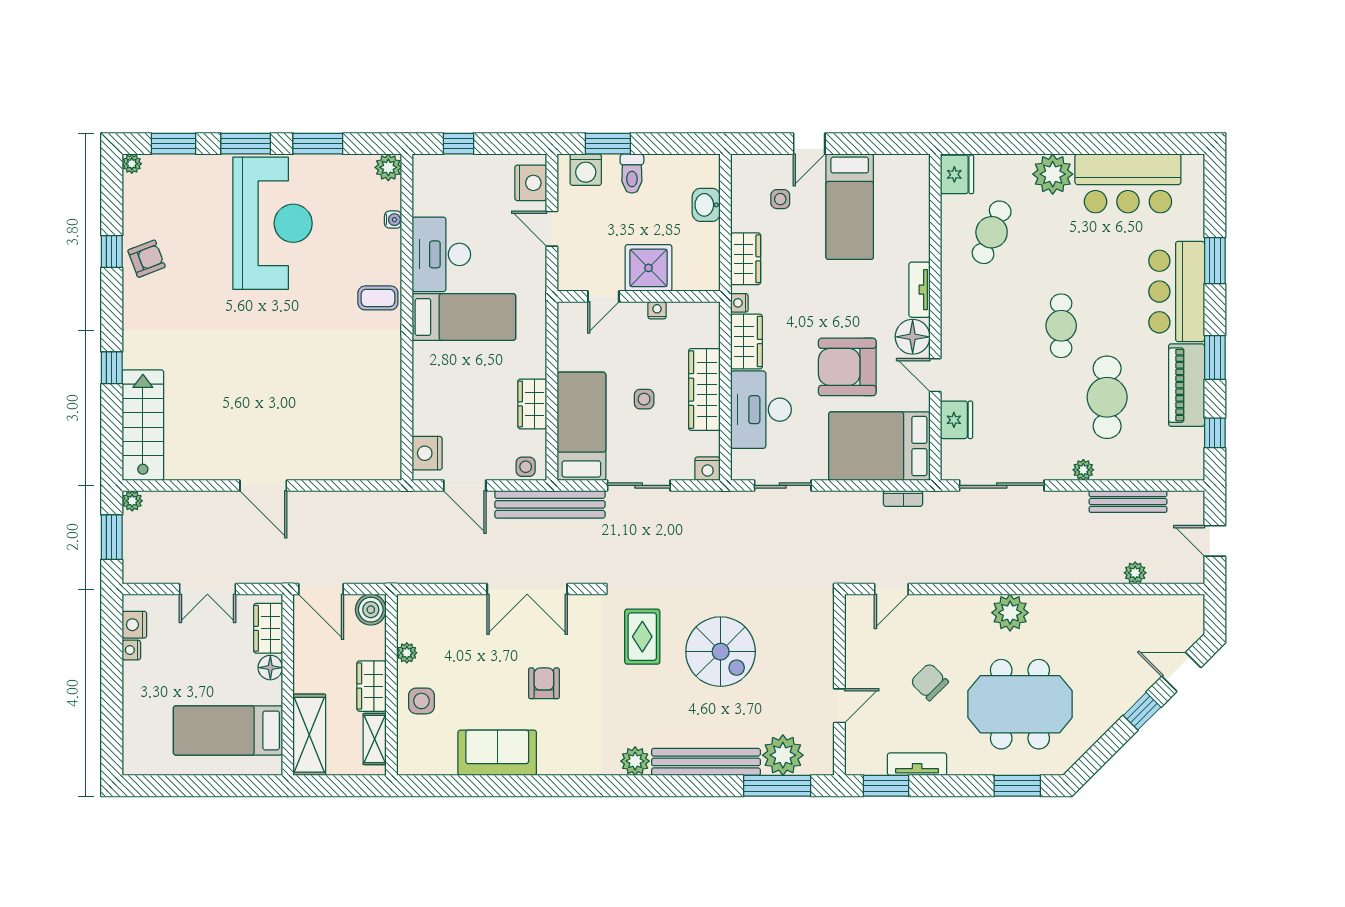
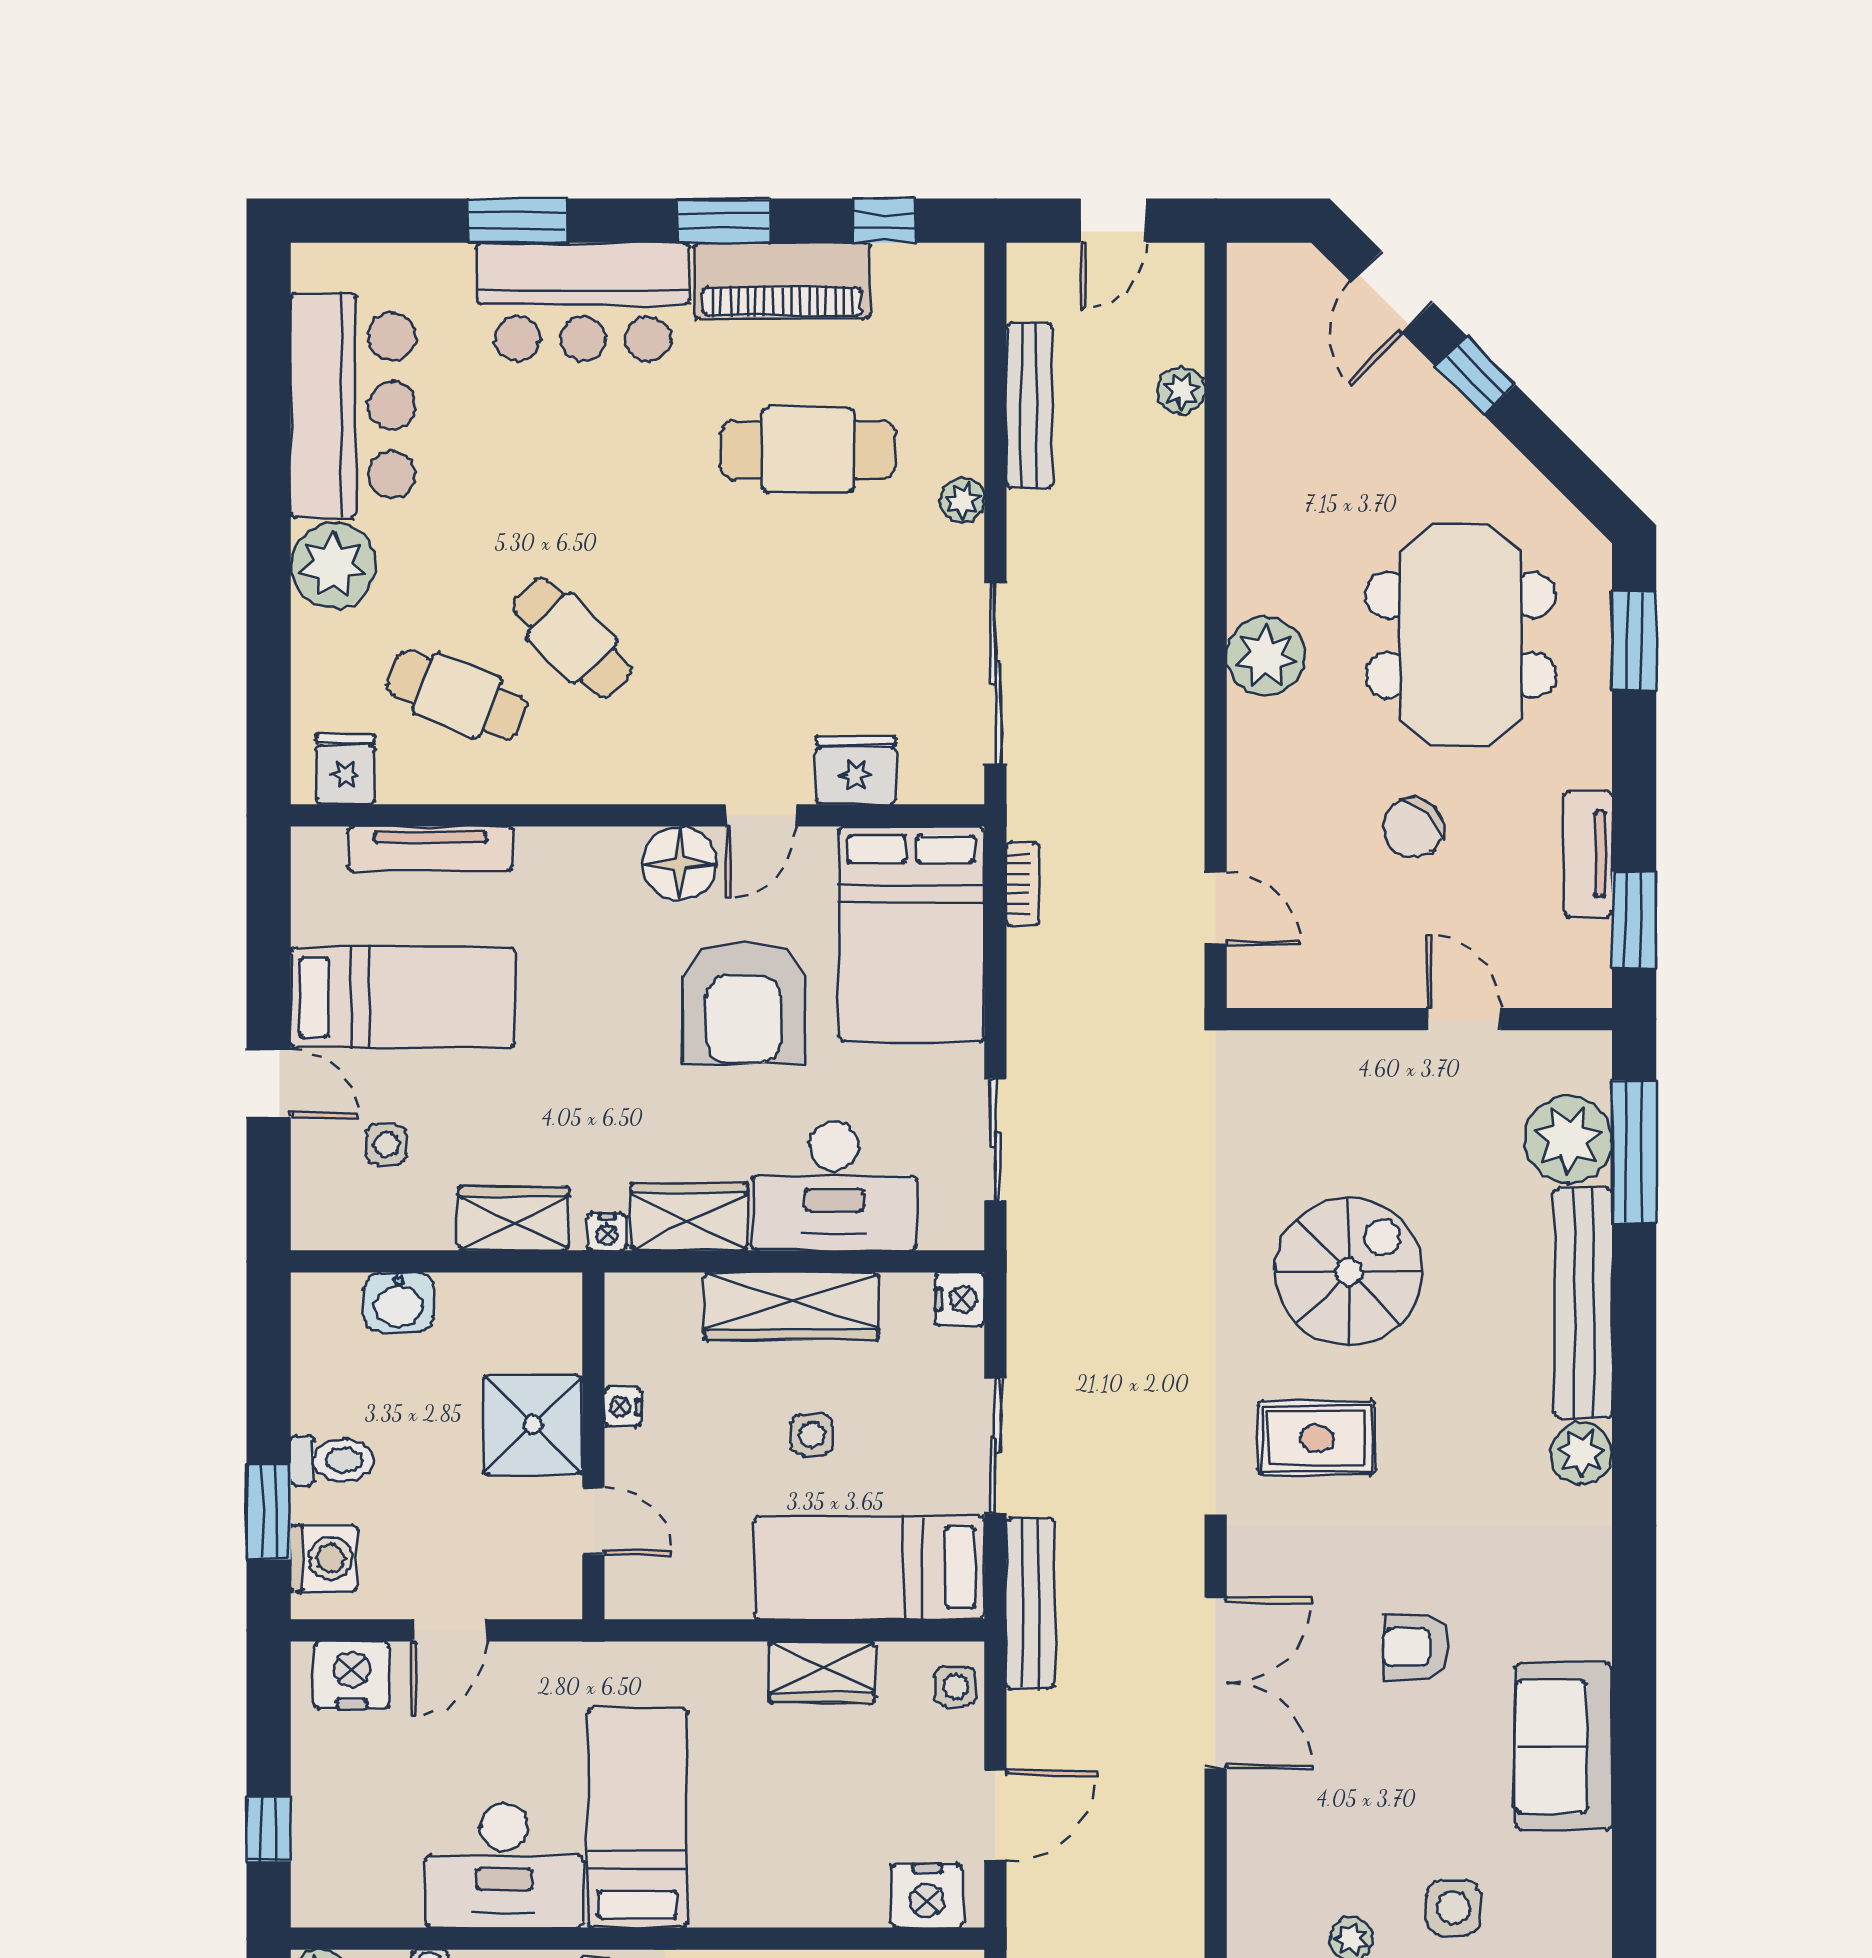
fridge: (957, 174) -> (345, 769), width x0.72
tv unit: (919, 290) -> (430, 849), moved, width x1.41
cafe table: (1061, 326) -> (572, 638), moved, turned 46
bench: (550, 504) -> (1030, 1603), width x0.73, depth x0.82

